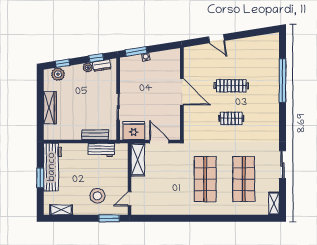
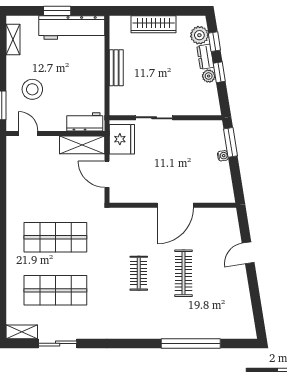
window: (96, 58) -> (219, 72), moved
dresser: (102, 65) -> (205, 57), moved
bench: (95, 135) -> (116, 68), moved
door: (159, 142) -> (107, 174), swing flipped
workbench: (101, 150) -> (85, 122), moved, turned 90
sliding door: (282, 165) -> (58, 343), moved

